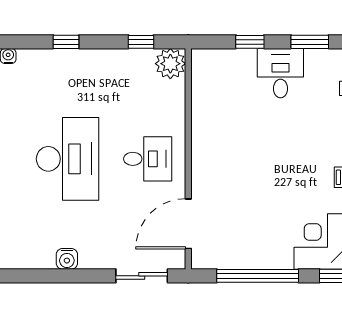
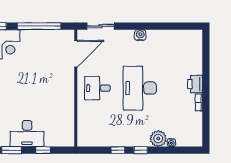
window: (141, 42) -> (118, 150), moved
plant: (170, 64) -> (158, 139), moved
desk: (280, 73) -> (27, 134), width x1.37

